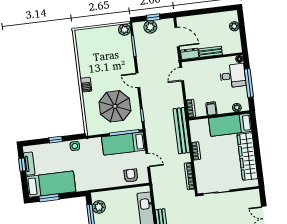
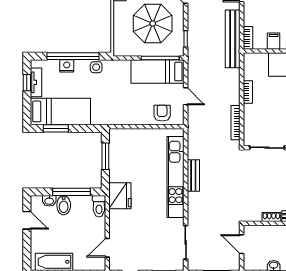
bench: (182, 131) -> (233, 39), moved
window: (56, 140) -> (73, 56), width x3.17
nightstand: (52, 148) -> (67, 66), added
plant: (99, 207) -> (117, 148), removed

